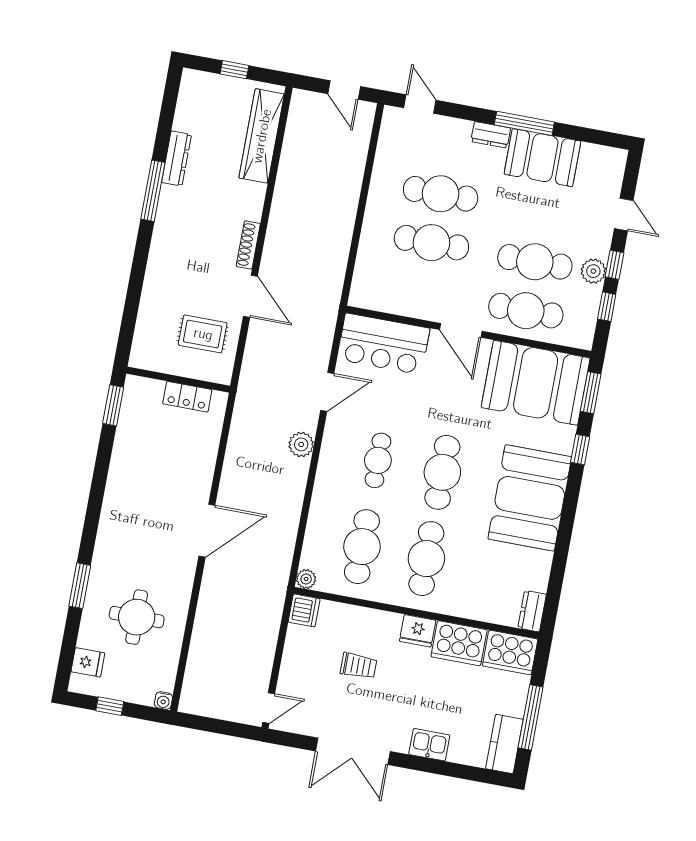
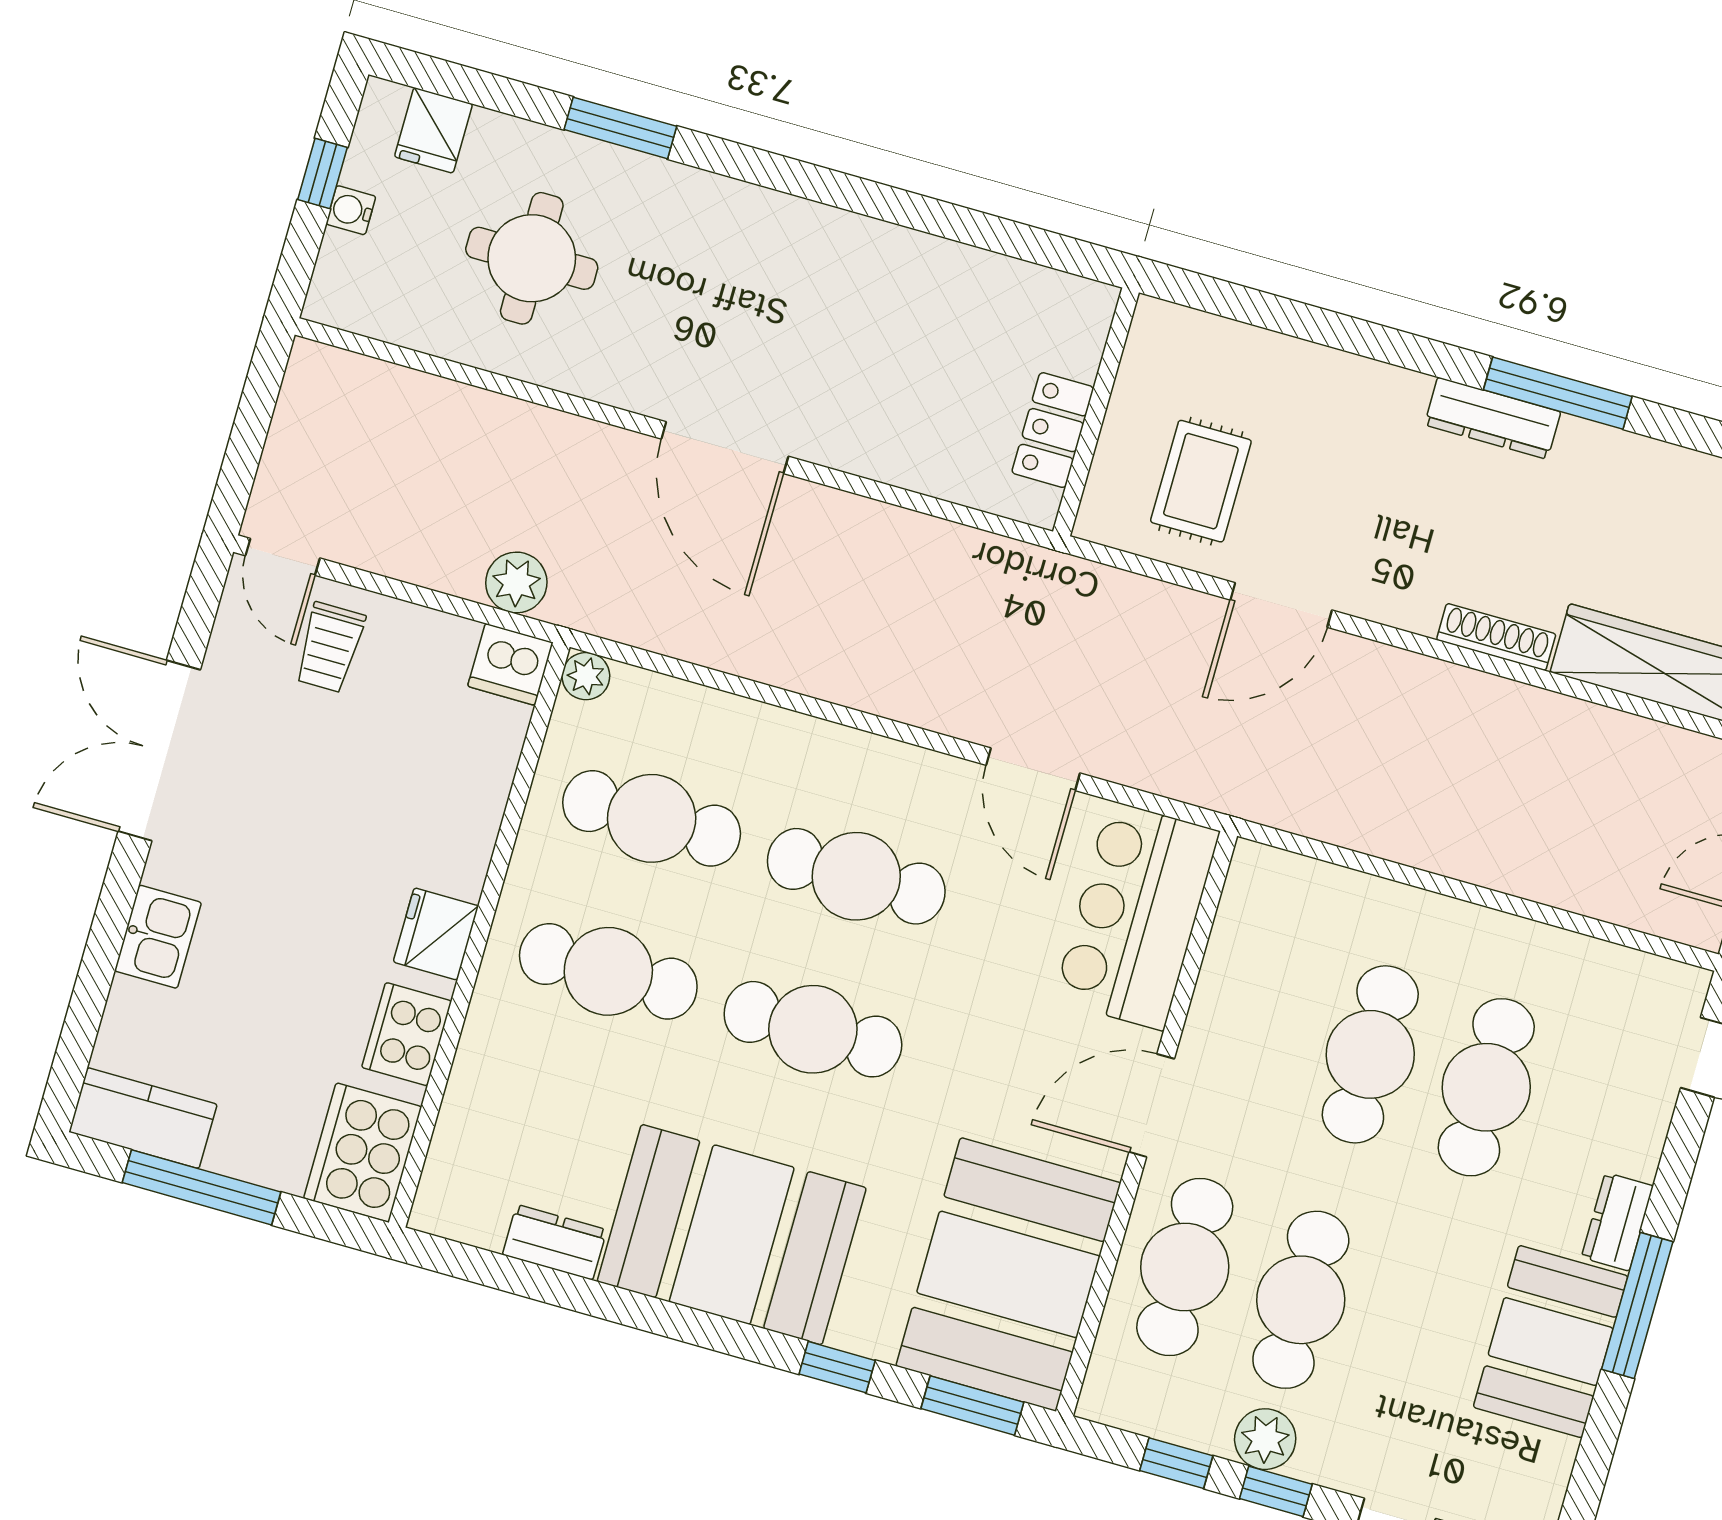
dresser: (176, 158) -> (1493, 418), moved
shoe rack: (248, 245) -> (1496, 637), moved
window: (113, 405) -> (1049, 249), removed
plant: (301, 444) -> (516, 583), moved
cafe table: (378, 460) -> (856, 876), width x1.37, depth x1.35
dresser: (532, 611) -> (555, 1242), moved
cooker: (459, 643) -> (407, 1034), width x0.73, depth x0.76
trolley: (359, 666) -> (330, 647), moved
water cooler: (163, 701) -> (351, 210), moved

